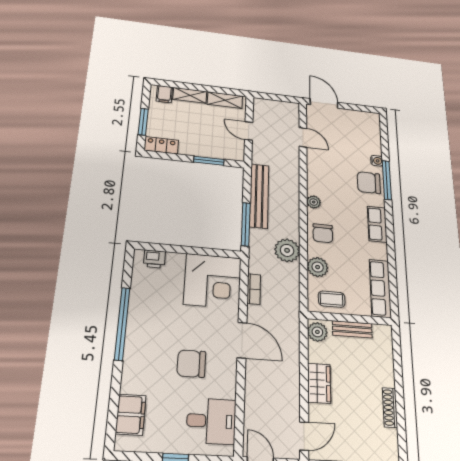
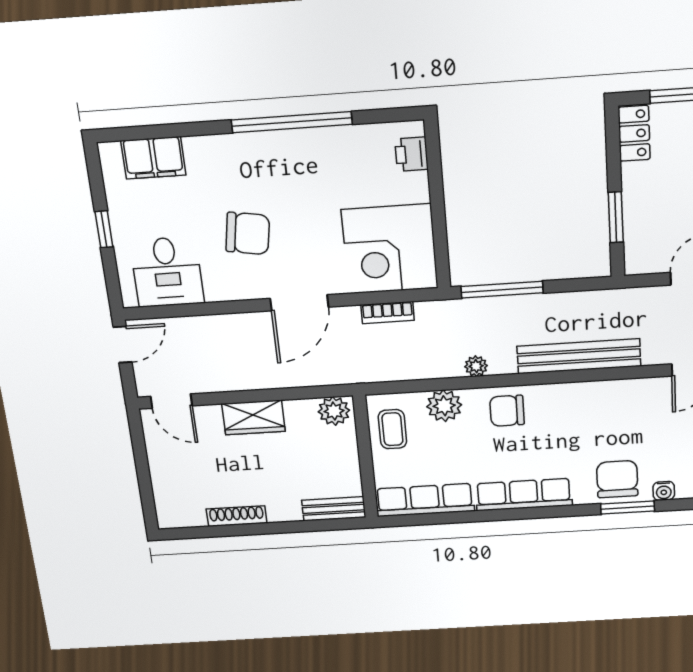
window: (387, 180) -> (628, 508), width x0.69
bench: (259, 196) -> (579, 356), moved
plant: (314, 202) -> (564, 394), removed
row of seats: (377, 224) -> (524, 495), width x1.48
plant: (287, 250) -> (476, 366), width x0.53, depth x0.53
bench: (352, 329) -> (334, 509), moved, turned 90
chair: (191, 364) -> (248, 233), turned 99

